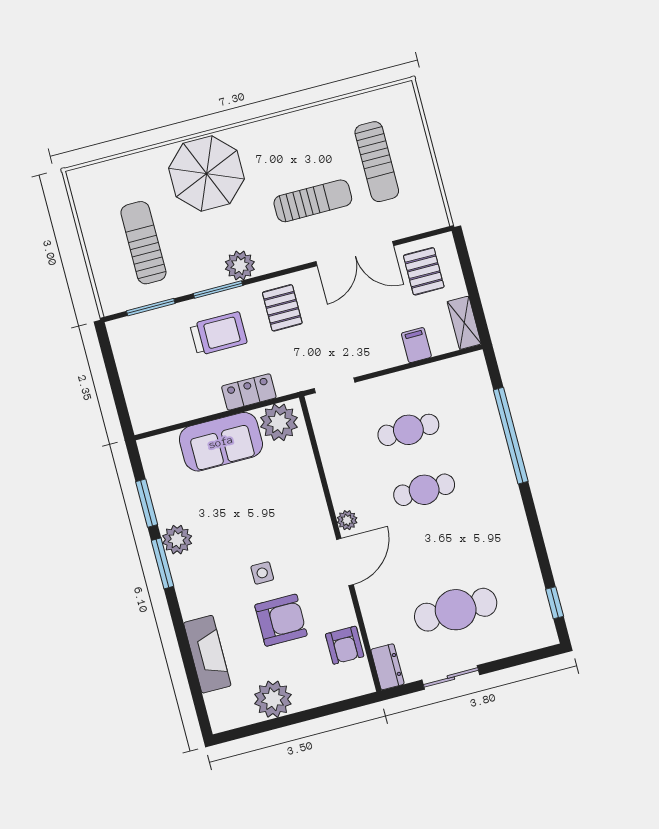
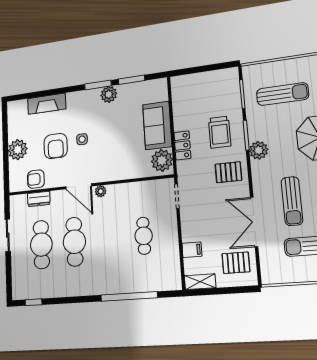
cafe table: (424, 490) -> (74, 242), moved, width x1.37, depth x1.35
dresser: (387, 667) -> (39, 199), moved
plant: (273, 699) -> (18, 150), moved

